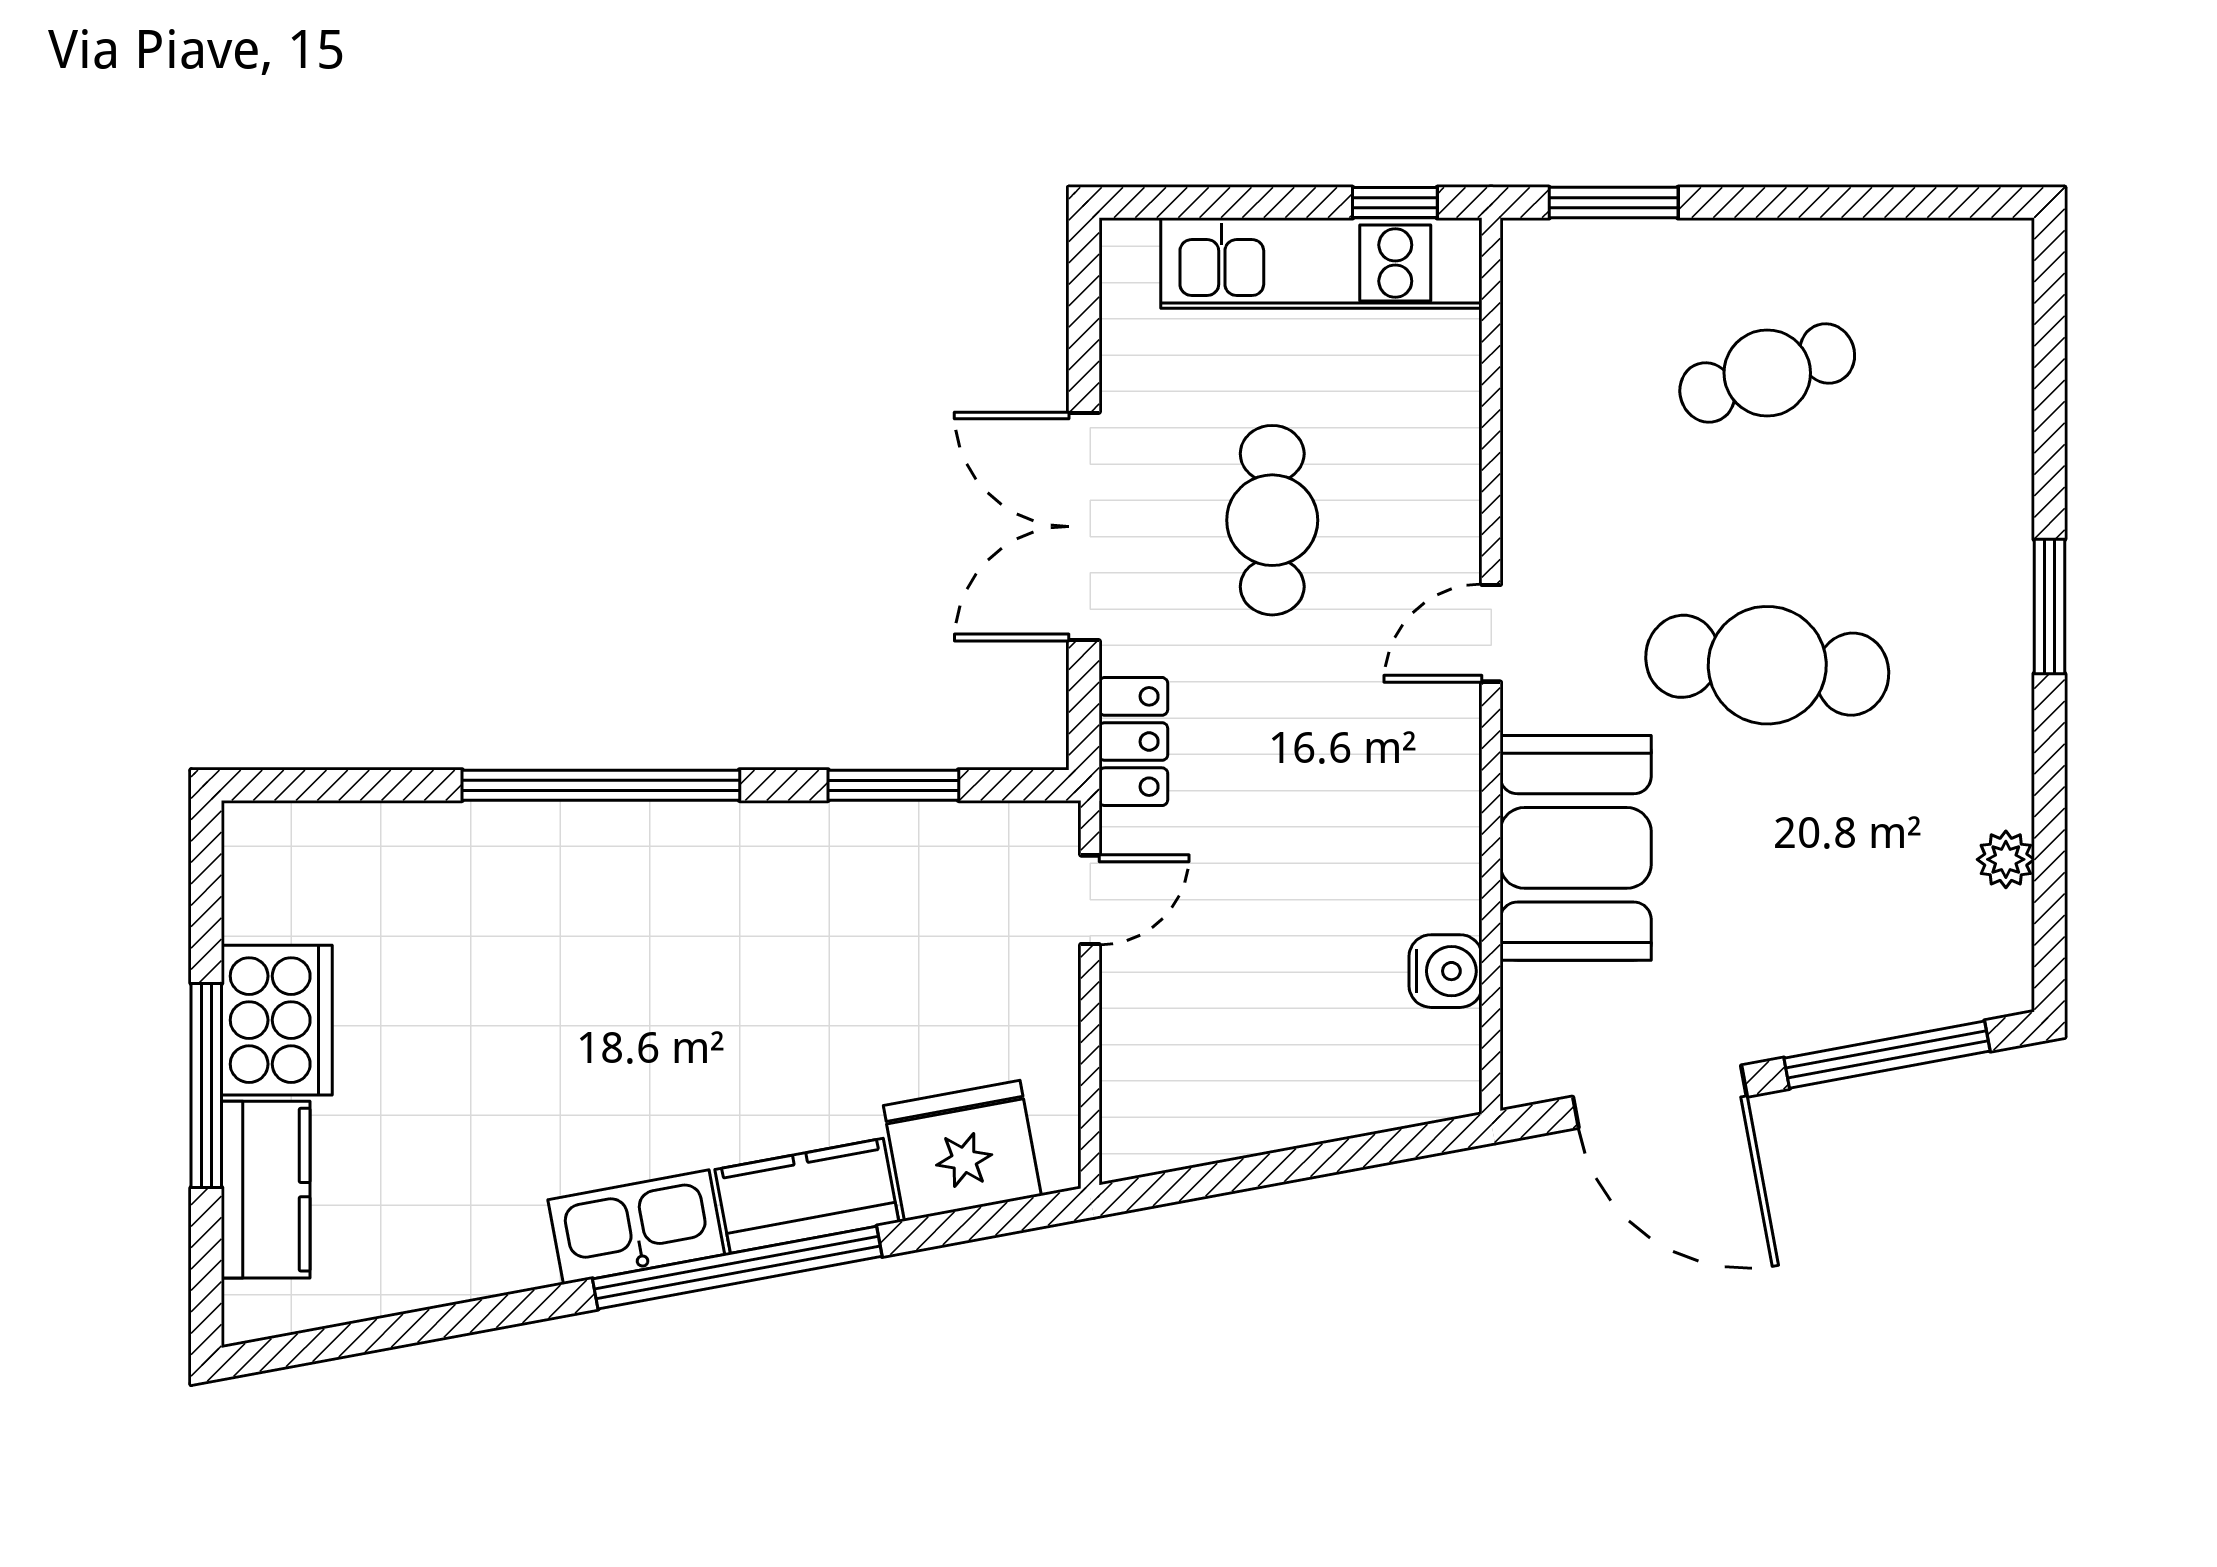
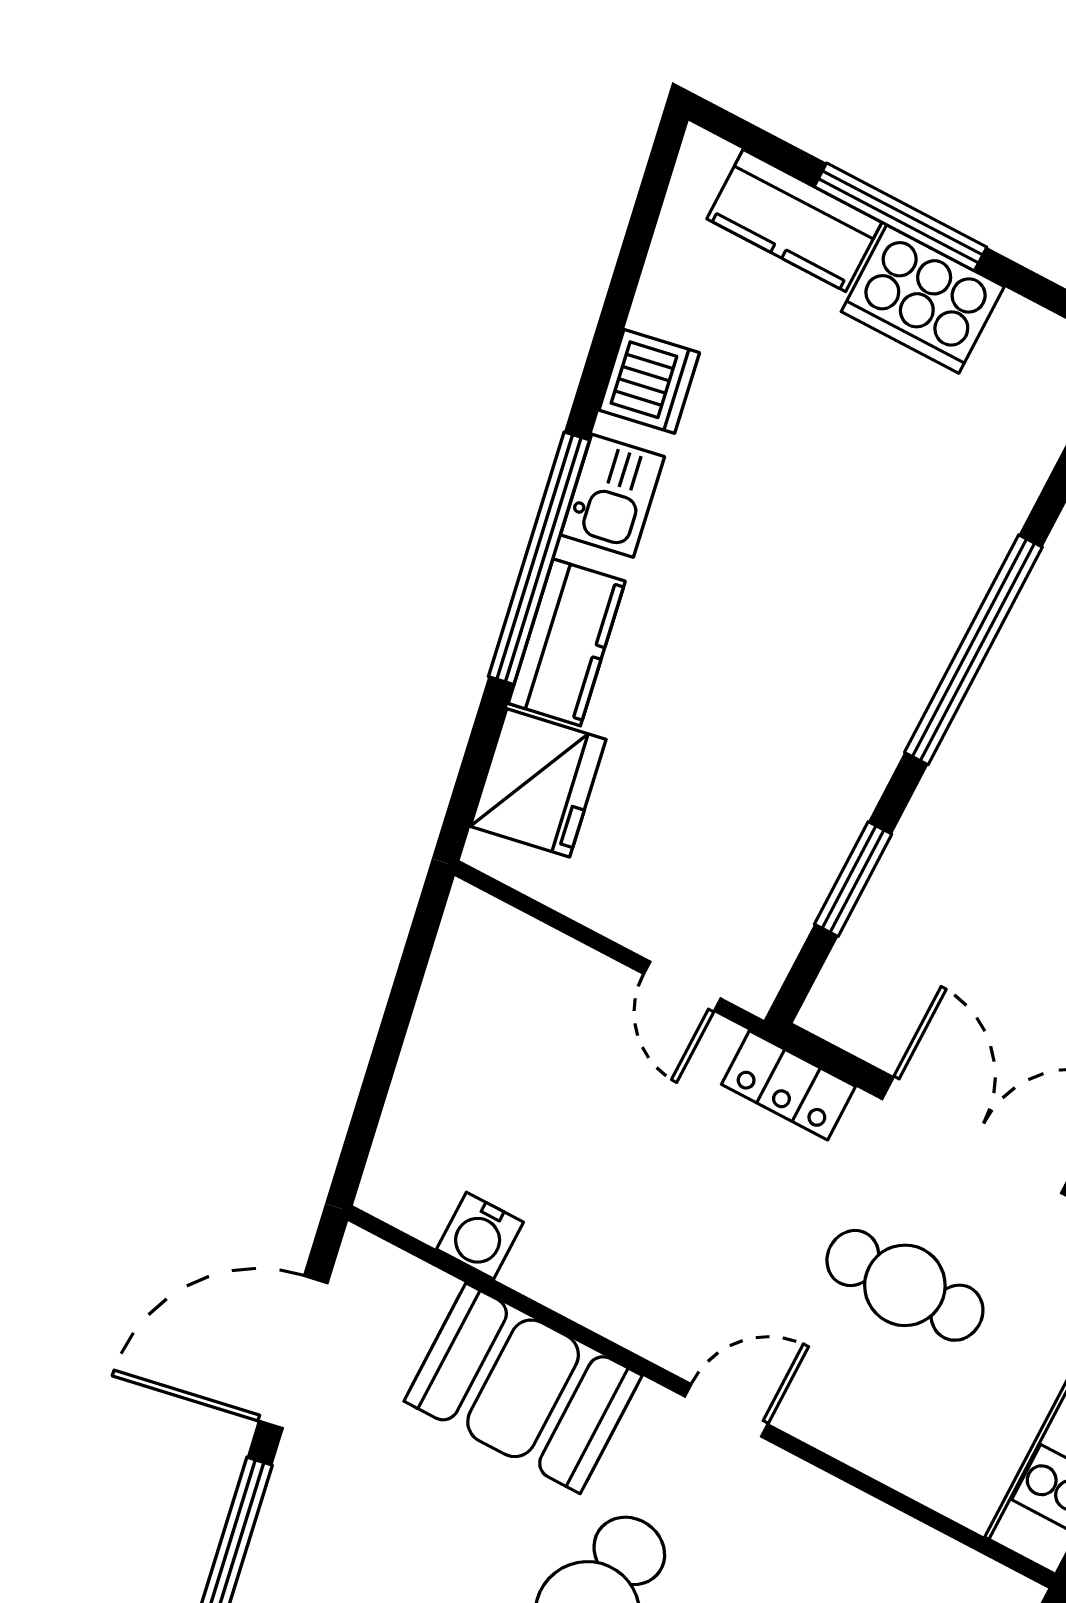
door: (1491, 633) -> (726, 1410), hinge flipped
kitchen sink: (636, 1227) -> (612, 496), width x0.73
dishwasher: (503, 1250) -> (649, 381), added

